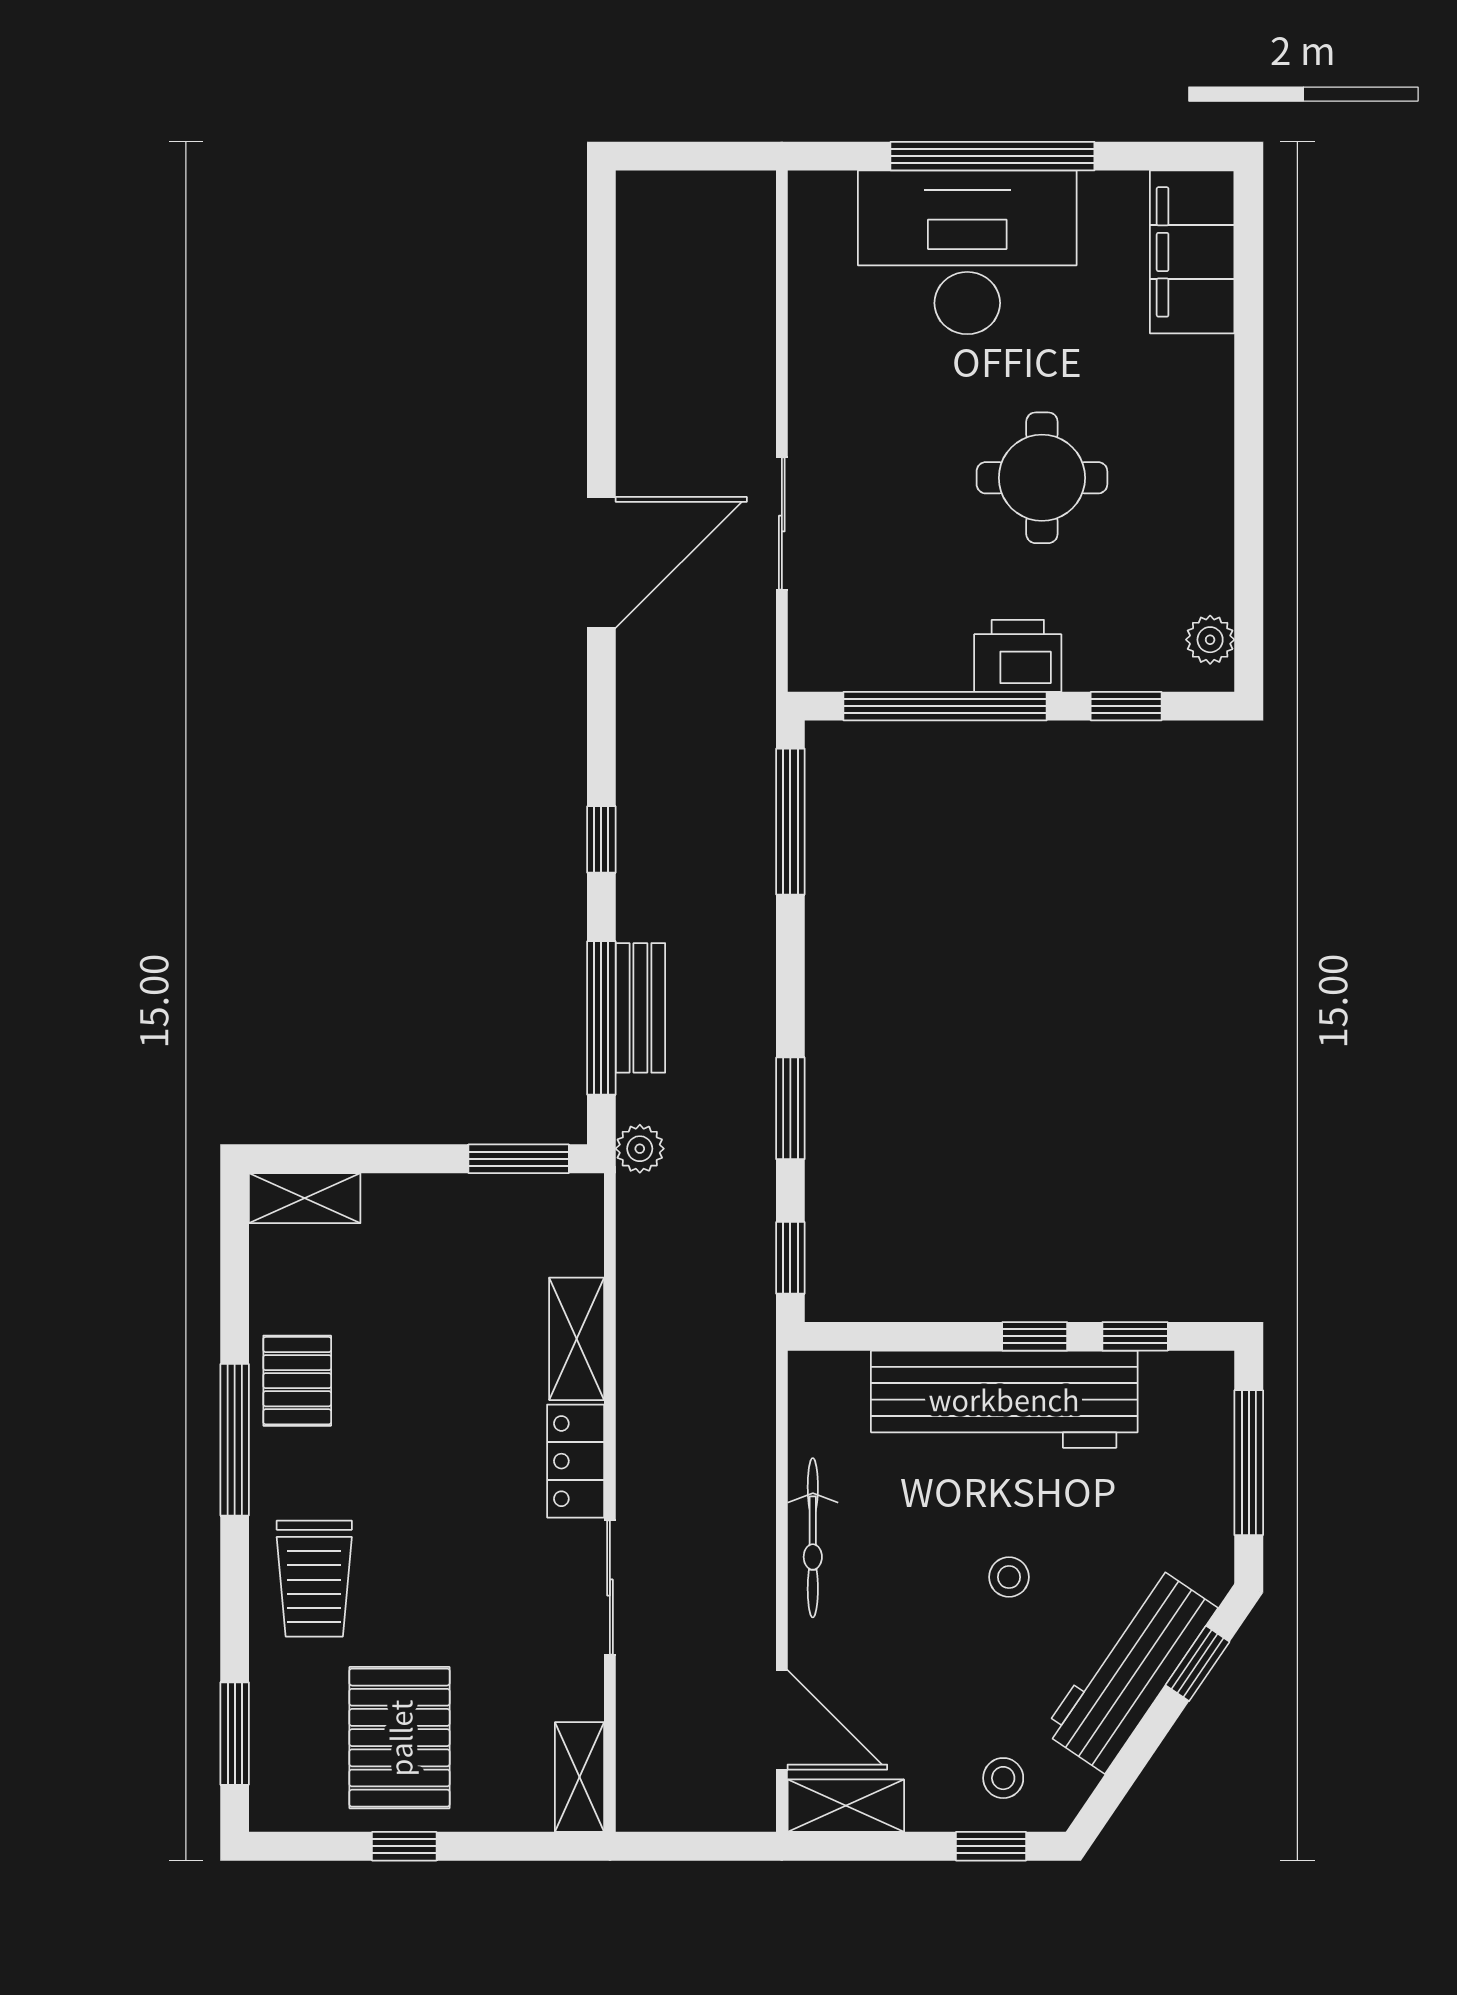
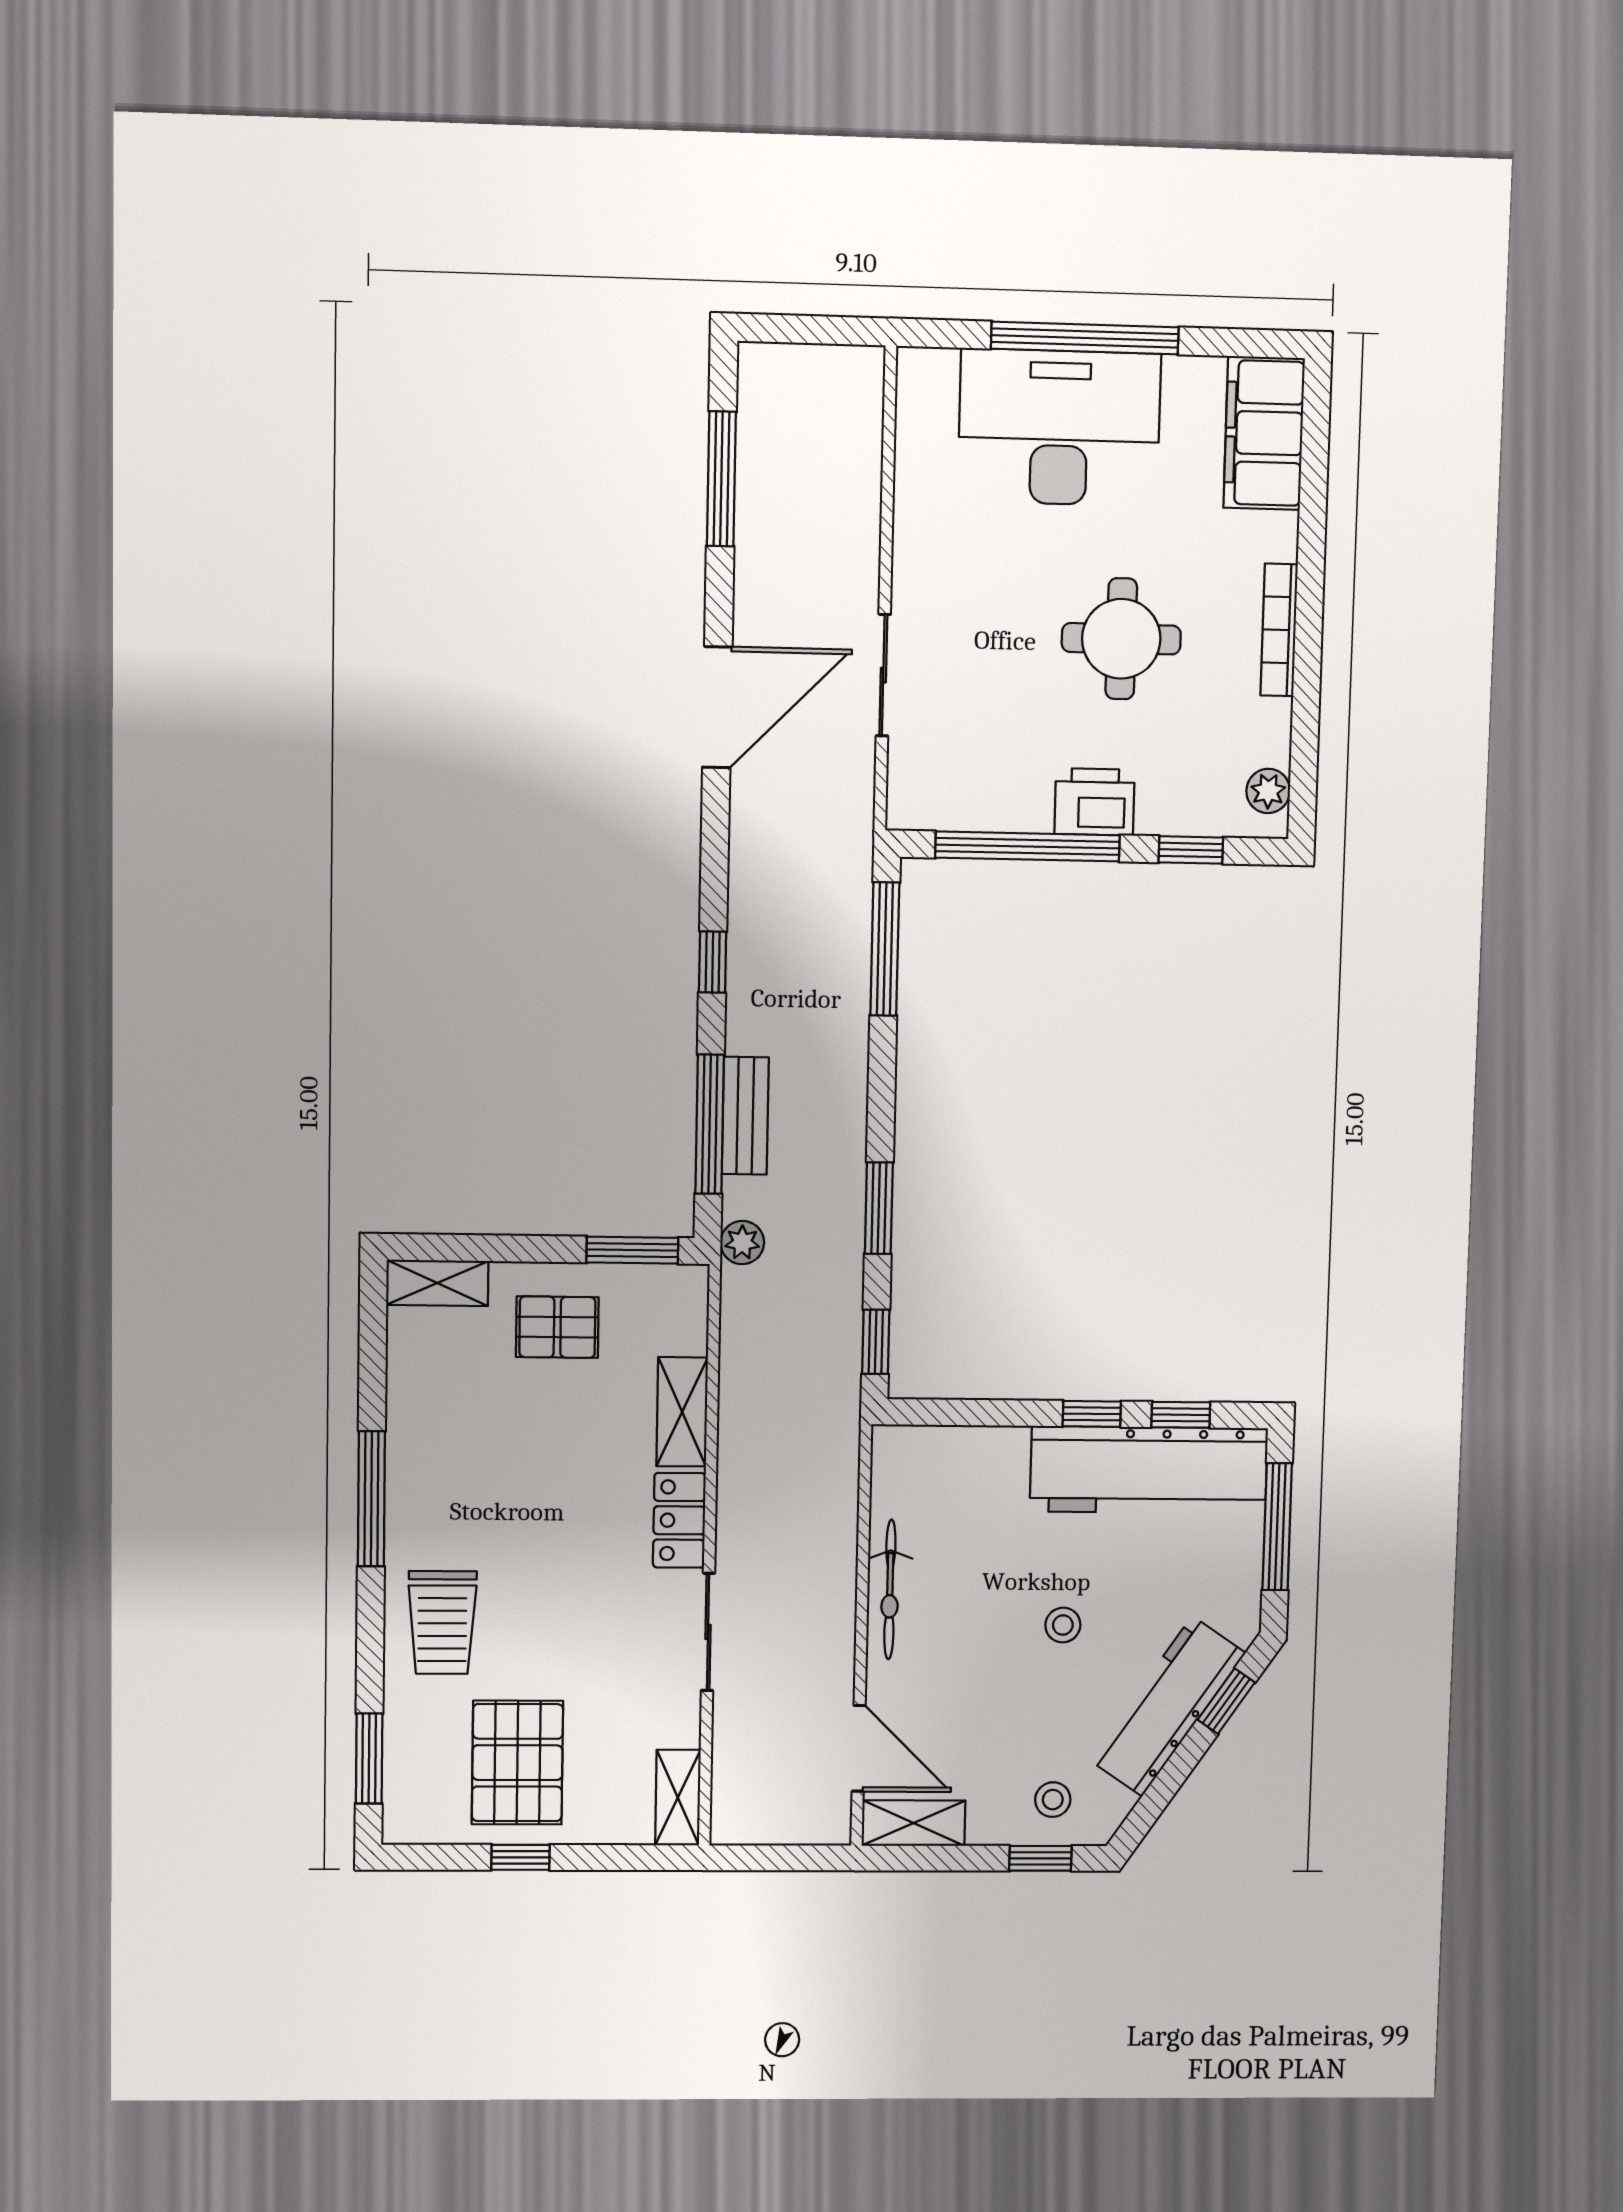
window: (601, 317) -> (721, 479), added
bookcase: (1216, 464) -> (1279, 630), added
pallet: (297, 1381) -> (557, 1327), moved, turned 90
workbench: (1004, 1399) -> (1149, 1470), moved

